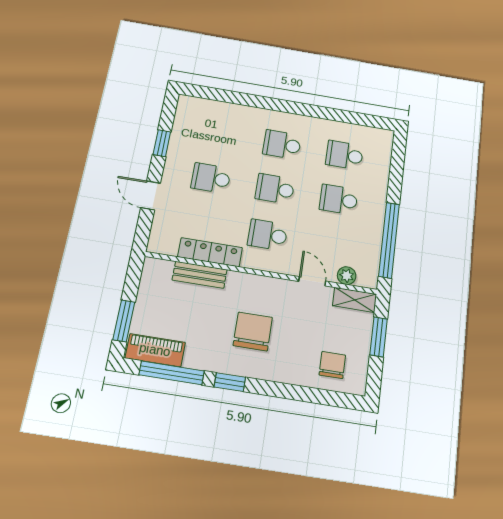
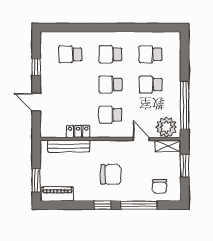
school desk: (211, 178) -> (70, 54), moved
locker: (210, 252) -> (78, 131), width x0.66
bench: (200, 275) -> (69, 146), width x1.36
plant: (347, 276) -> (166, 127), width x1.88, depth x1.88
chair: (253, 331) -> (111, 174), turned 90
chair: (332, 365) -> (160, 186), turned 180
window: (172, 373) -> (139, 205), moved

